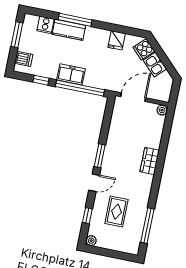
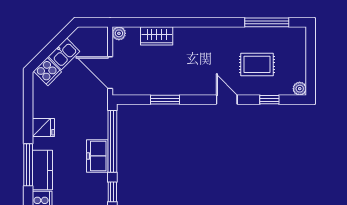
fridge: (117, 40) -> (43, 127), moved
window: (100, 156) -> (165, 100), moved
wardrobe: (150, 161) -> (157, 36), moved

